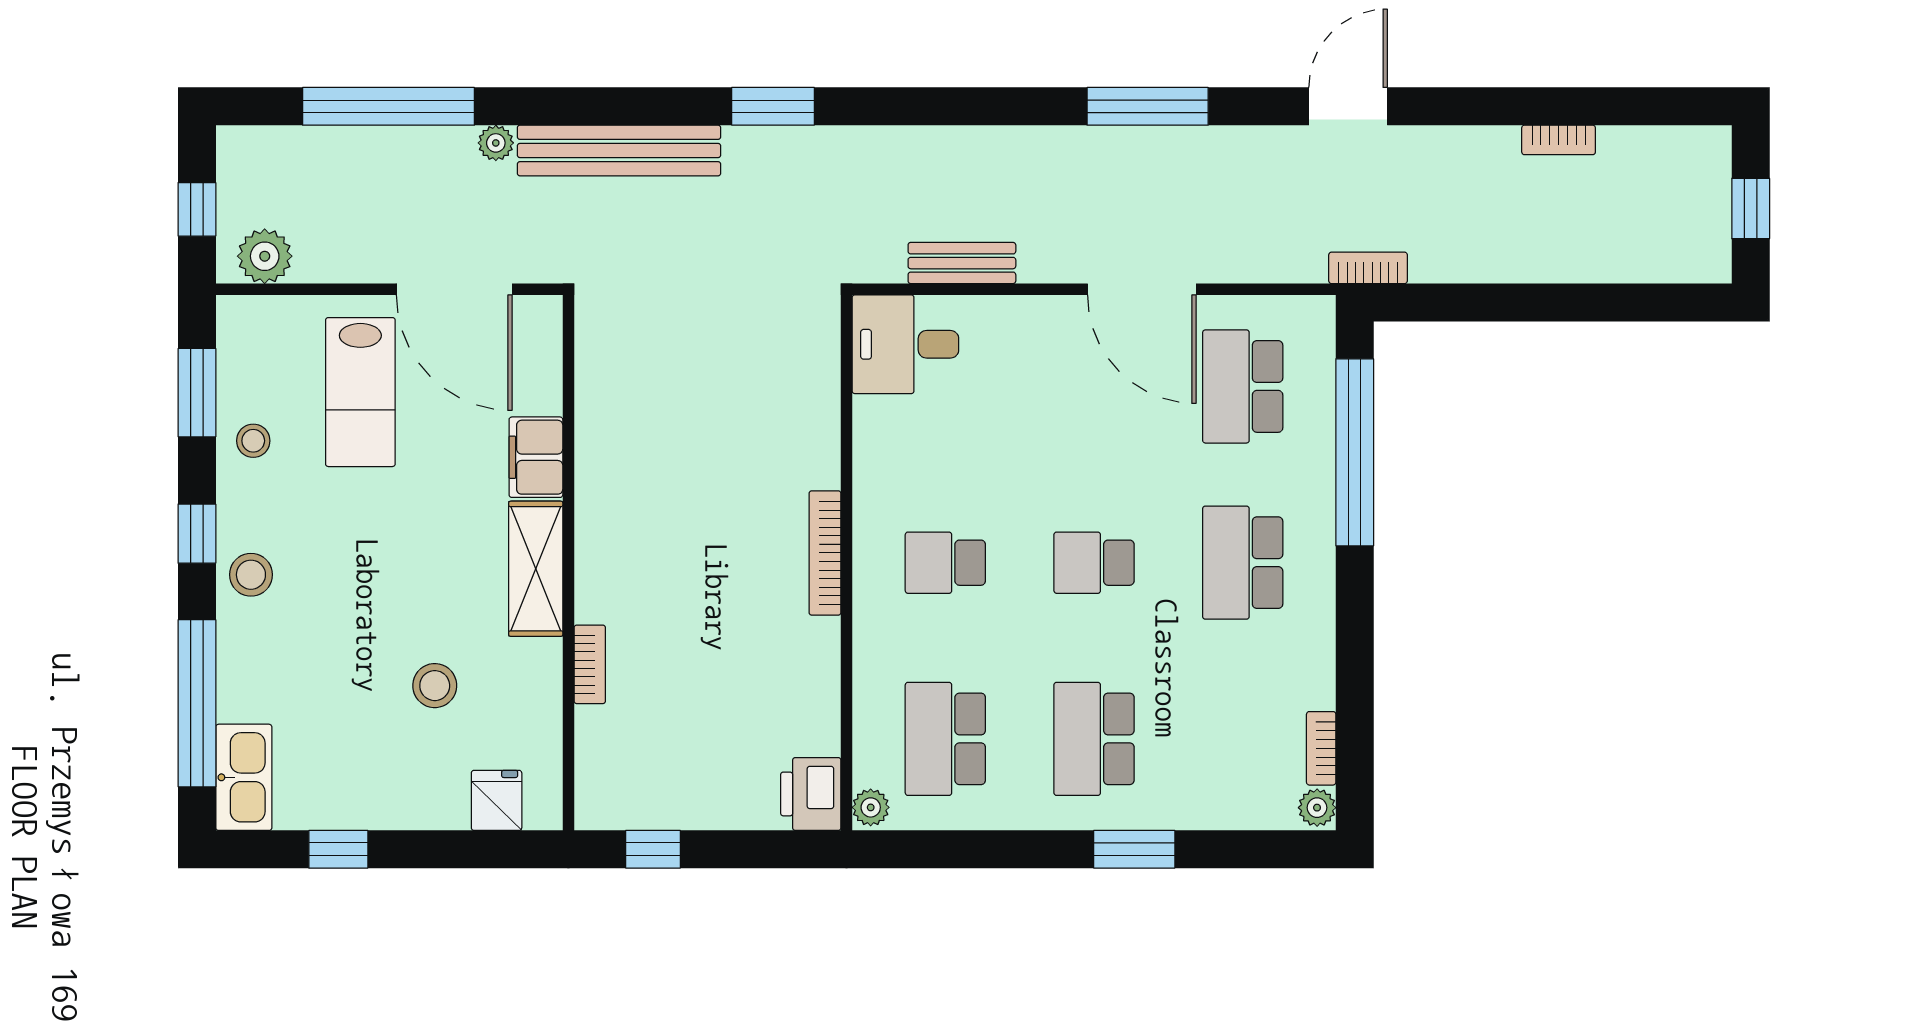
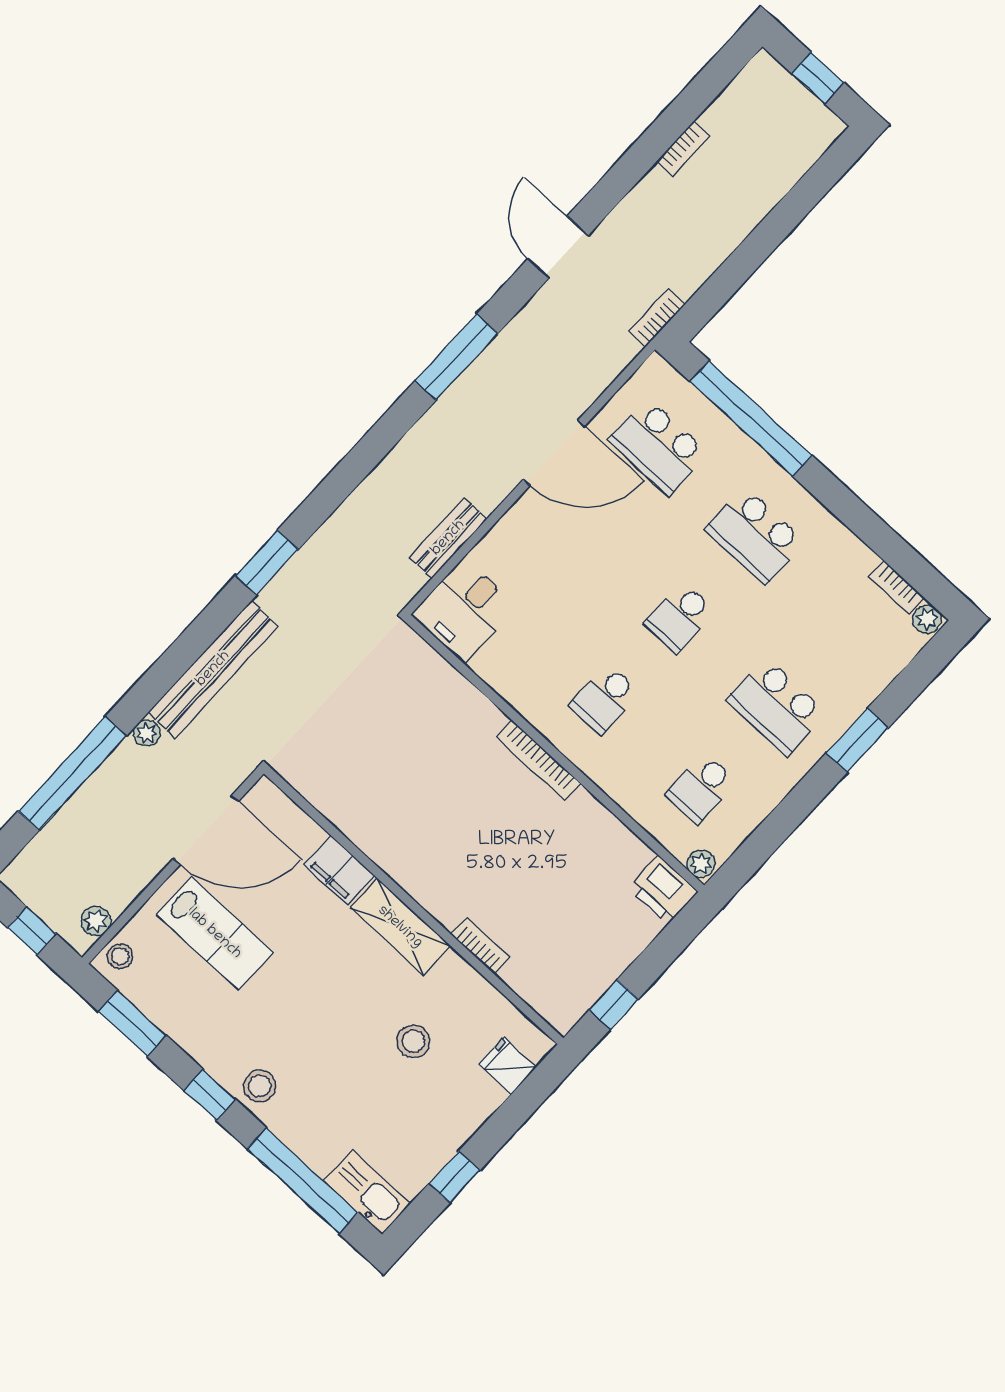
plant: (265, 256) -> (96, 921), width x0.73, depth x0.73
stool: (253, 441) -> (120, 956), moved
school desk: (945, 739) -> (701, 788), width x0.54

